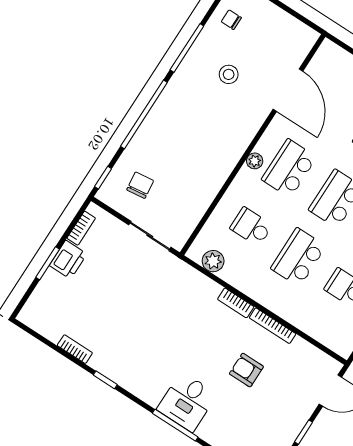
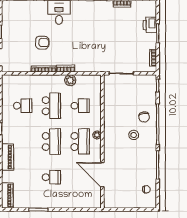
stool: (229, 74) -> (134, 135), moved
chair: (140, 185) -> (144, 117), moved
printer: (68, 260) -> (150, 25), moved
plant: (213, 261) -> (70, 80), moved

